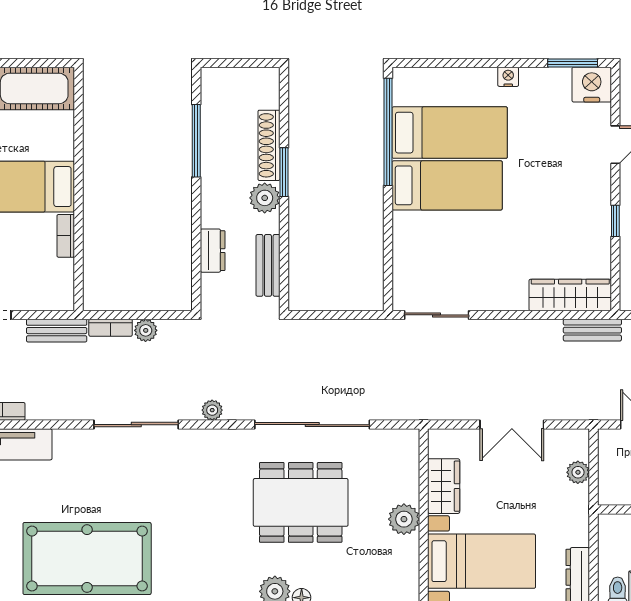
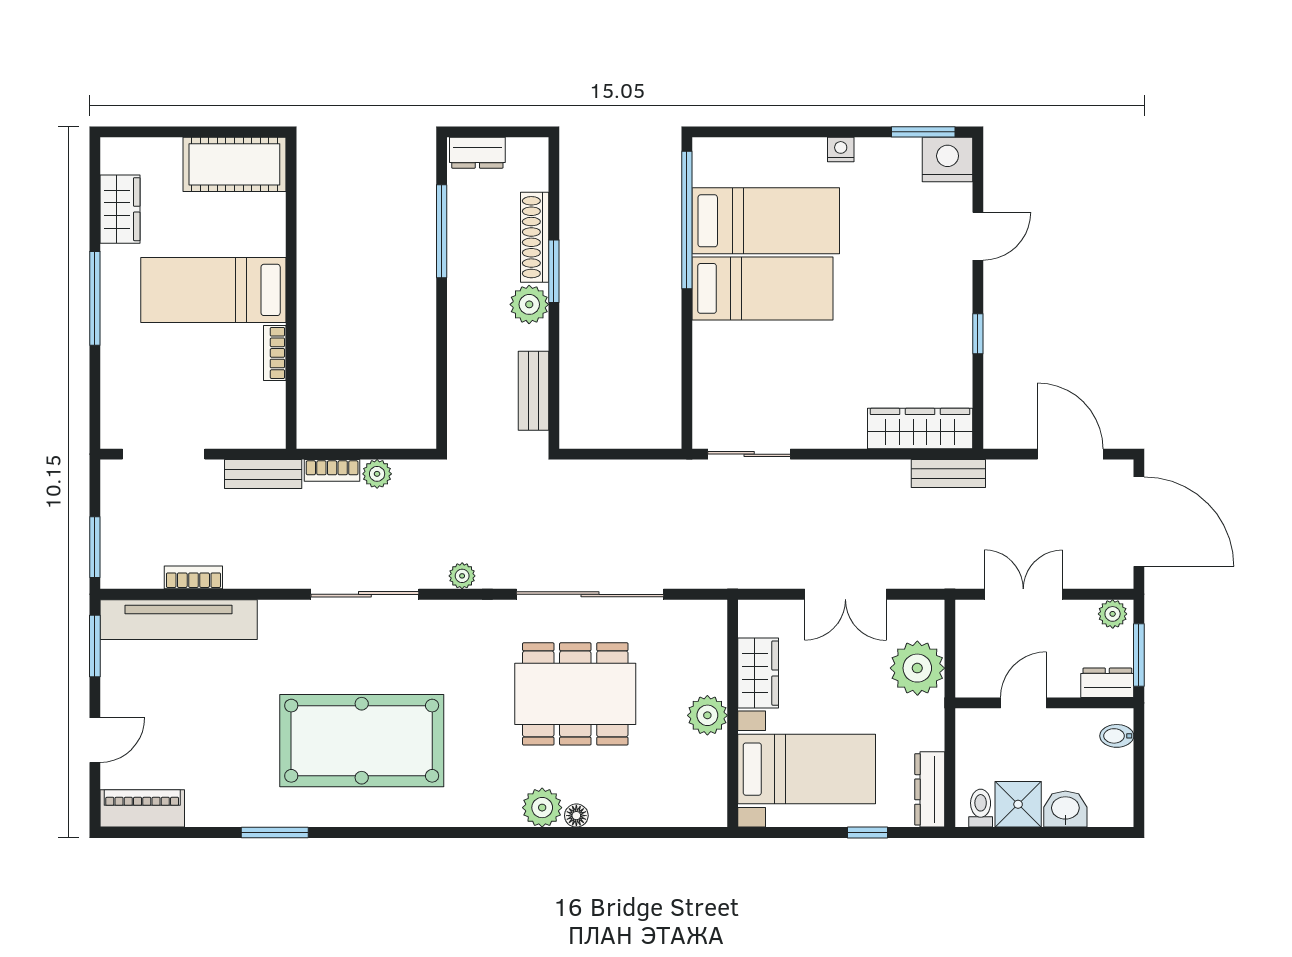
dresser: (213, 251) -> (477, 153), moved, turned 90
plant: (578, 472) -> (917, 668), width x1.88, depth x1.88
pool table: (87, 559) -> (362, 741), moved

